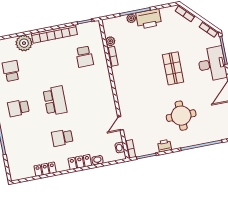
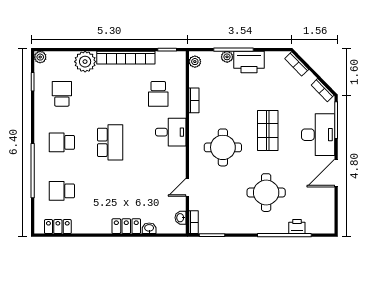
plant: (110, 41) -> (195, 62), moved
desk: (100, 84) -> (171, 132), added
round table: (142, 88) -> (223, 147), added
school desk: (62, 138) -> (62, 191), moved
printer: (165, 146) -> (297, 226), moved
locker: (45, 169) -> (58, 227), moved

